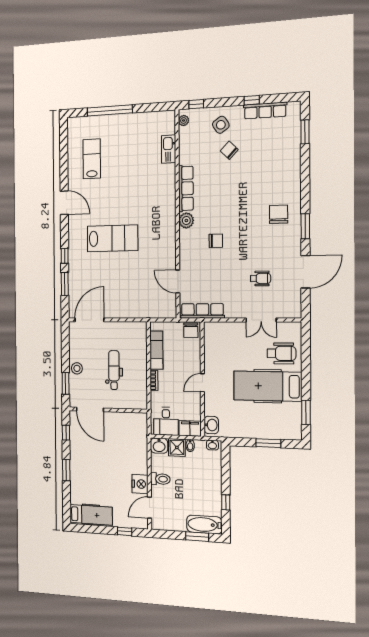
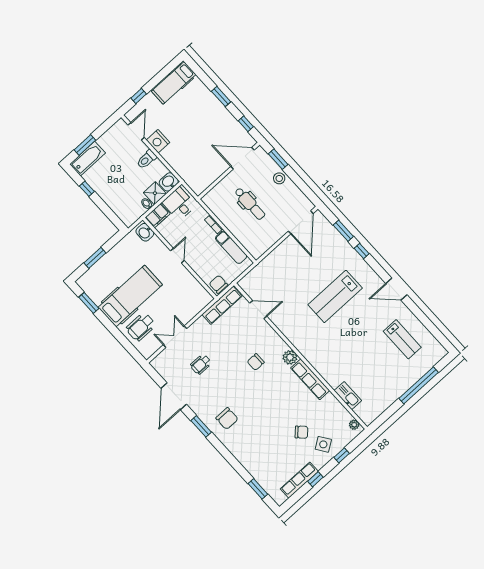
window: (196, 104) -> (342, 455), moved
washbasin: (212, 445) -> (132, 219), removed

